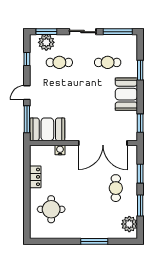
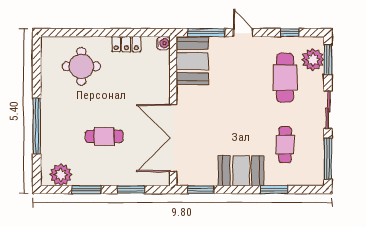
cafe table: (59, 62) -> (285, 78), width x1.37, depth x1.35
water cooler: (60, 150) -> (163, 43), moved
cafe table: (116, 188) -> (104, 136), moved
window: (94, 241) -> (37, 126), width x1.46

